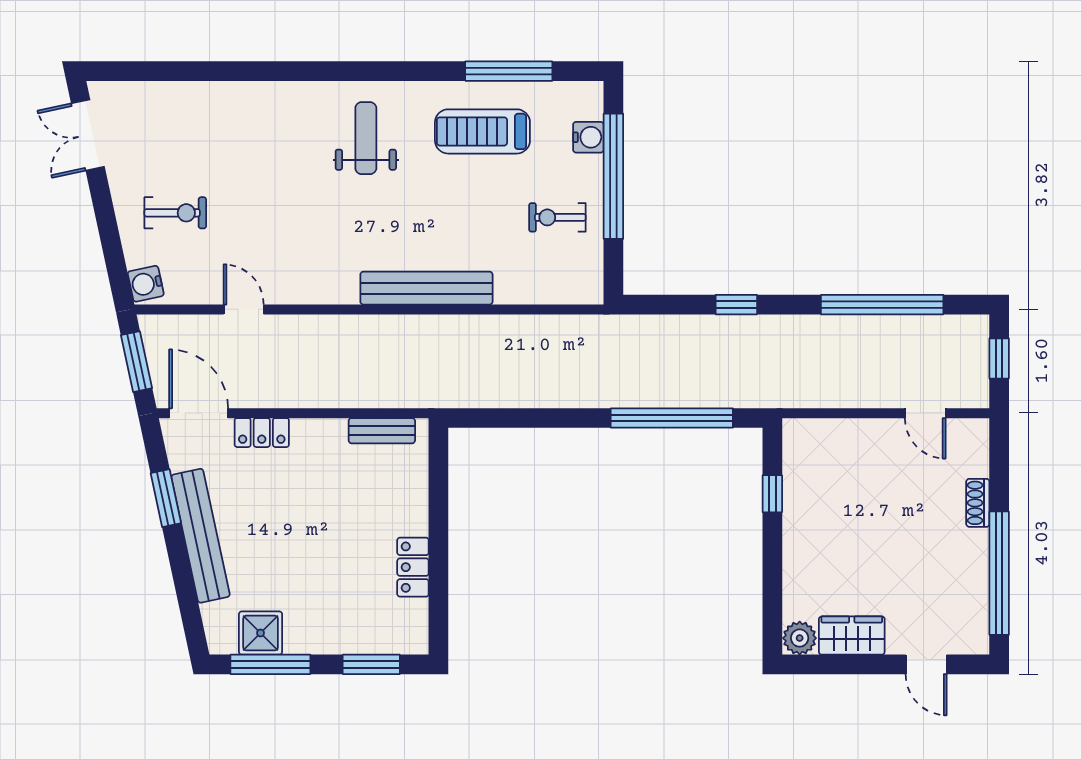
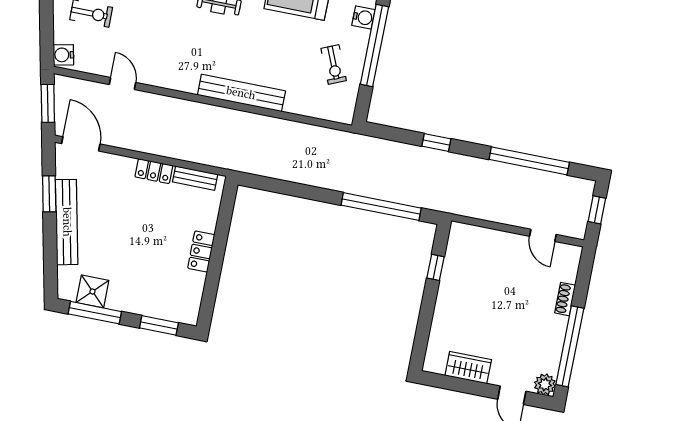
exercise bike: (557, 217) -> (334, 65), turned -113
locker: (262, 433) -> (154, 171), moved
locker: (413, 567) -> (201, 251), moved
plant: (800, 638) -> (545, 384), moved

